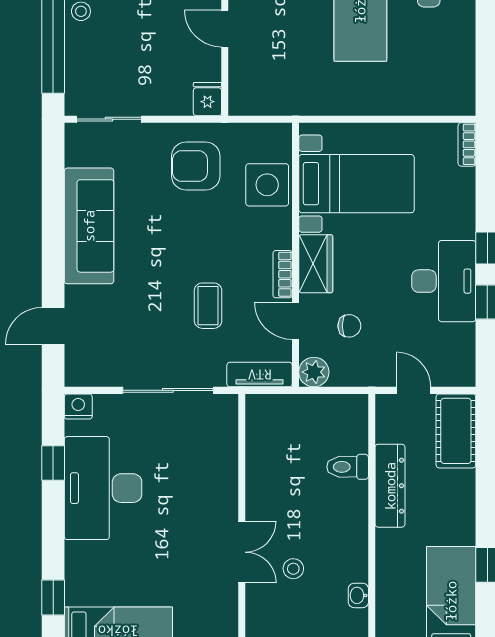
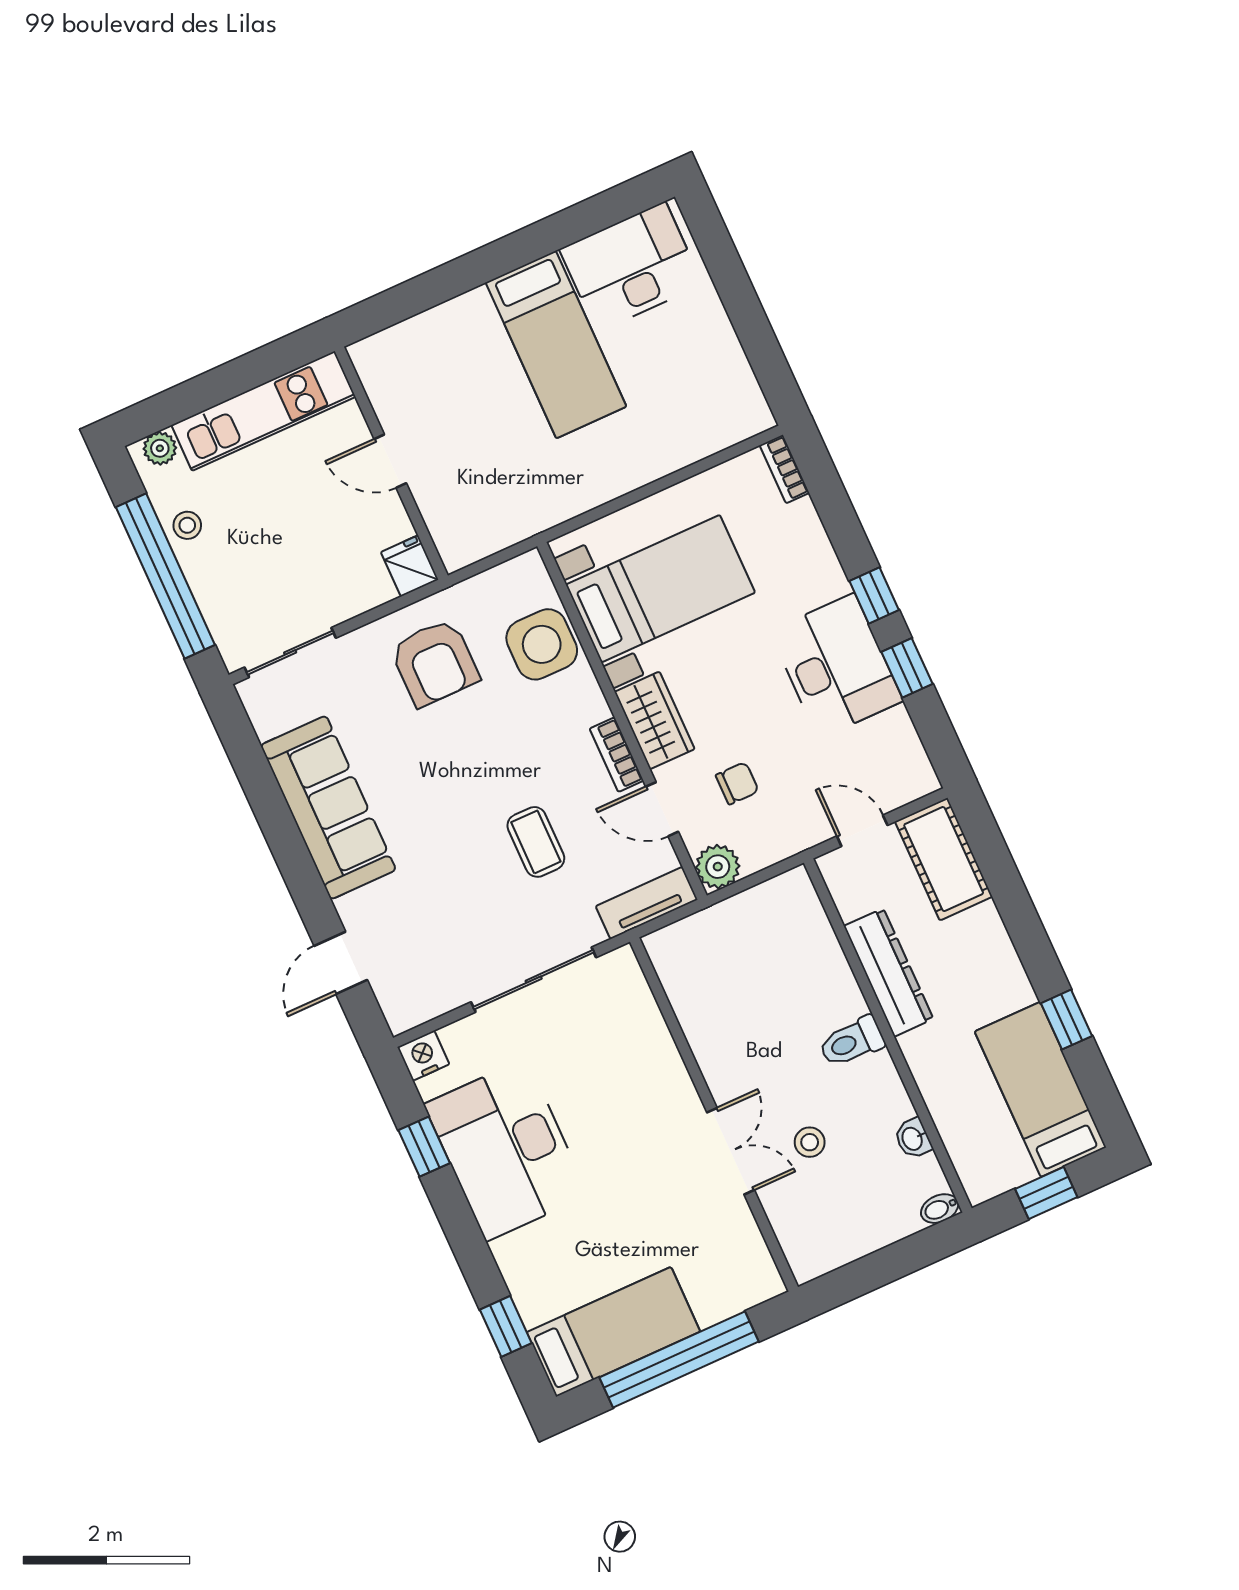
armchair: (196, 166) -> (435, 663), turned -90
toilet: (348, 467) -> (852, 1042), moved

